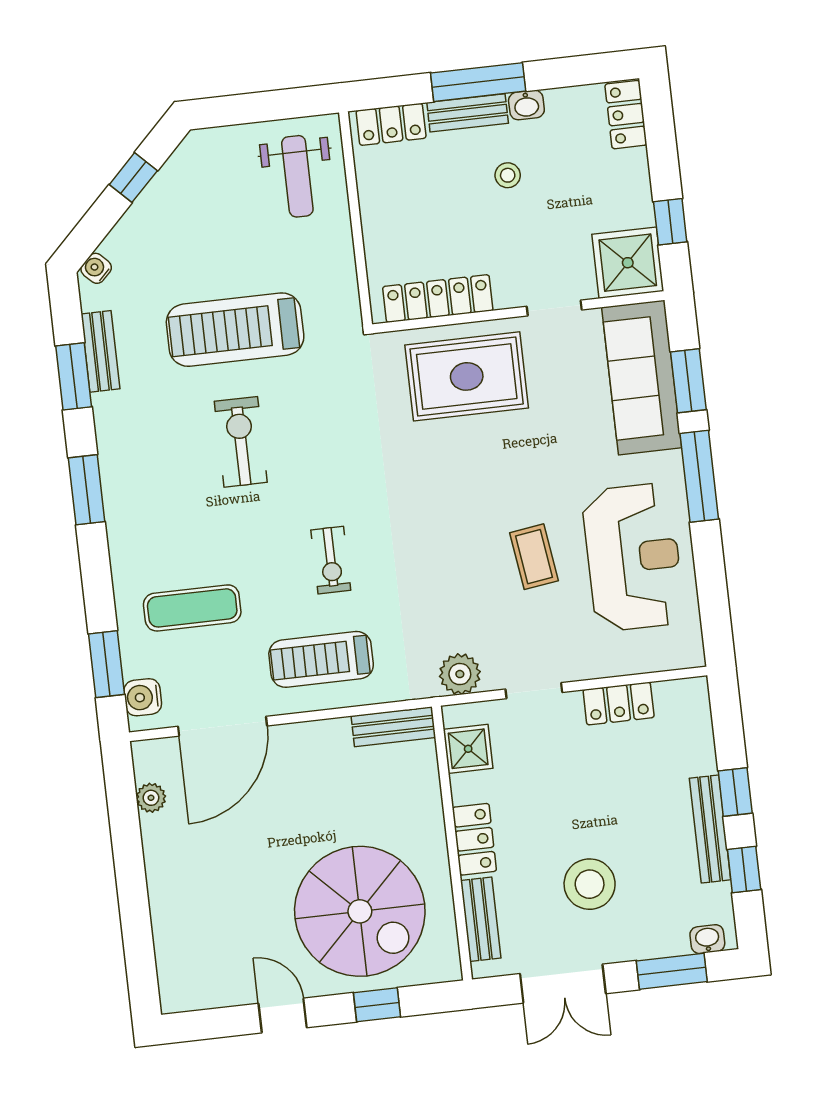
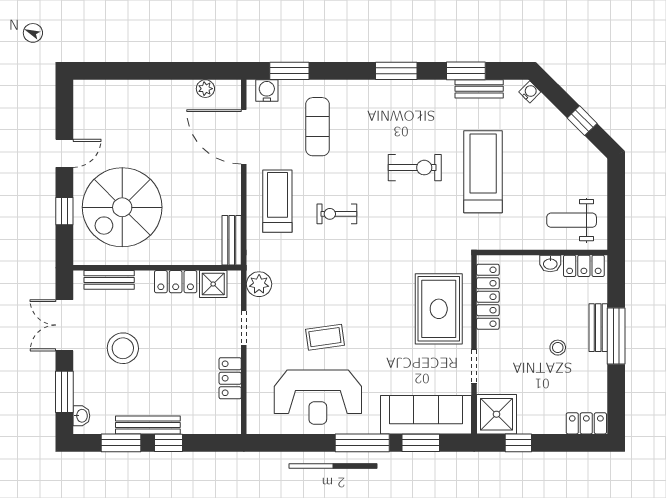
washbasin: (526, 105) -> (550, 264), moved, turned -90
locker: (391, 124) -> (584, 266), moved, turned -90
locker: (474, 839) -> (176, 282), moved
window: (744, 870) -> (121, 443), width x1.50

